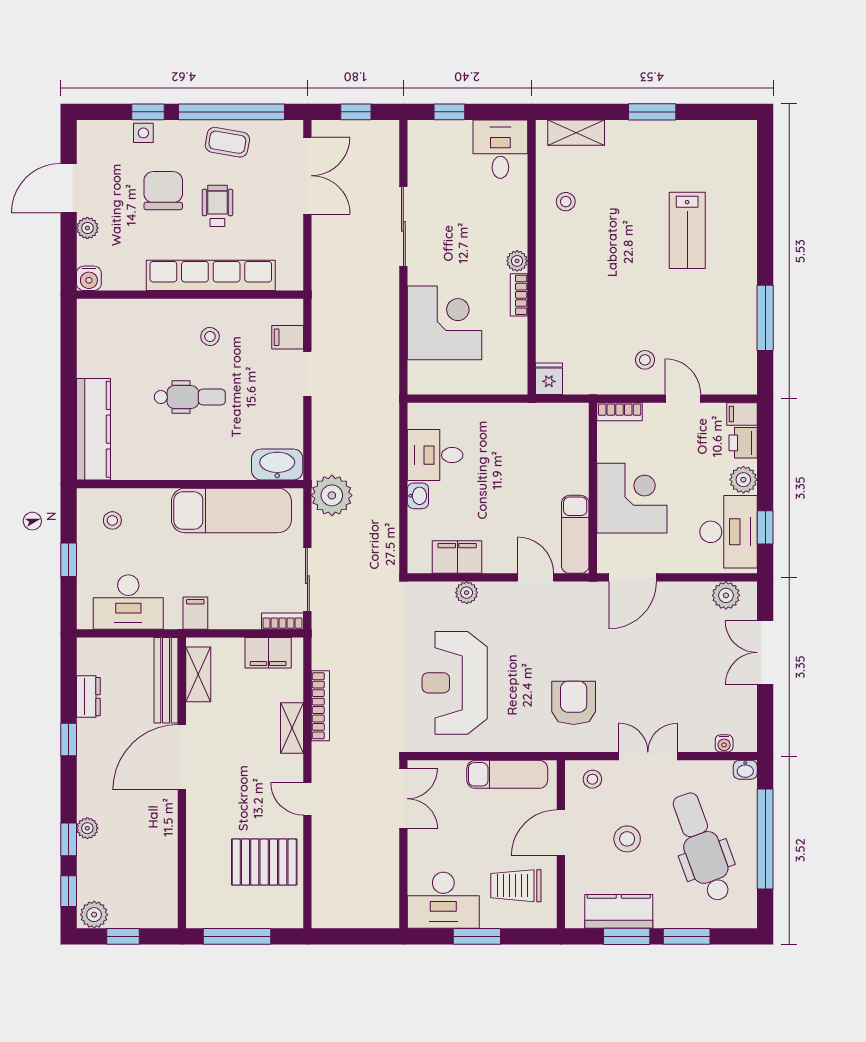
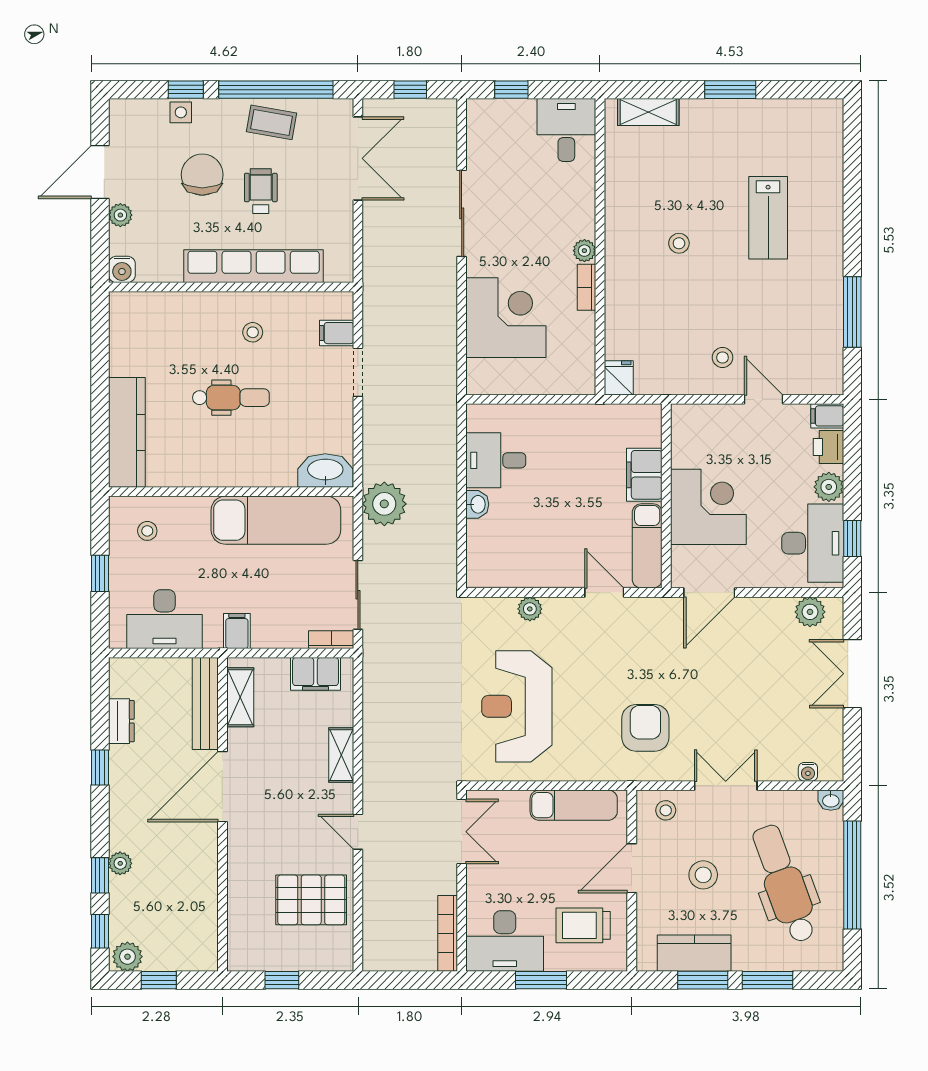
stool: (566, 202) -> (679, 243), moved
bookcase: (620, 412) -> (695, 414), removed
filing cabinet: (457, 557) -> (644, 475), moved, turned -90
bookcase: (320, 706) -> (448, 933), moved, turned 180
window: (237, 936) -> (282, 980), width x0.46

